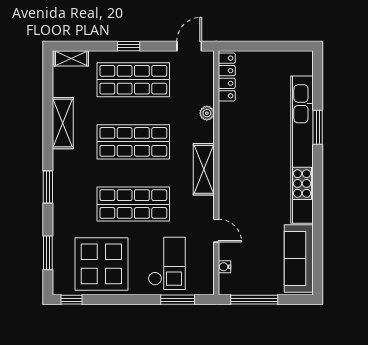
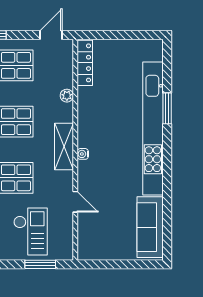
water cooler: (224, 267) -> (83, 154), moved
window: (254, 300) -> (110, 264), removed

